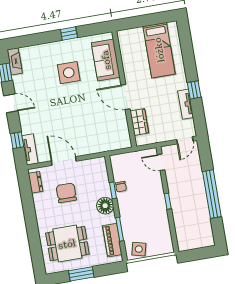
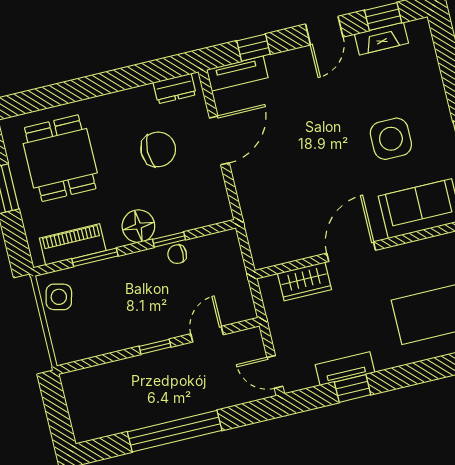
fireplace: (15, 61) -> (381, 39), moved
window: (194, 90) -> (353, 388), moved
door: (161, 162) -> (207, 334), moved

